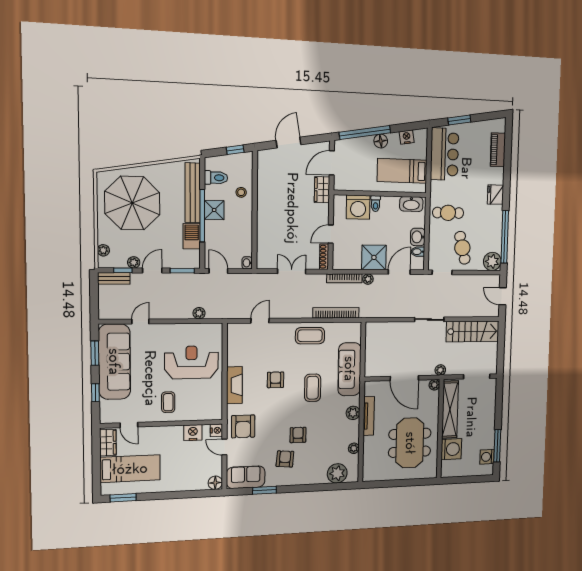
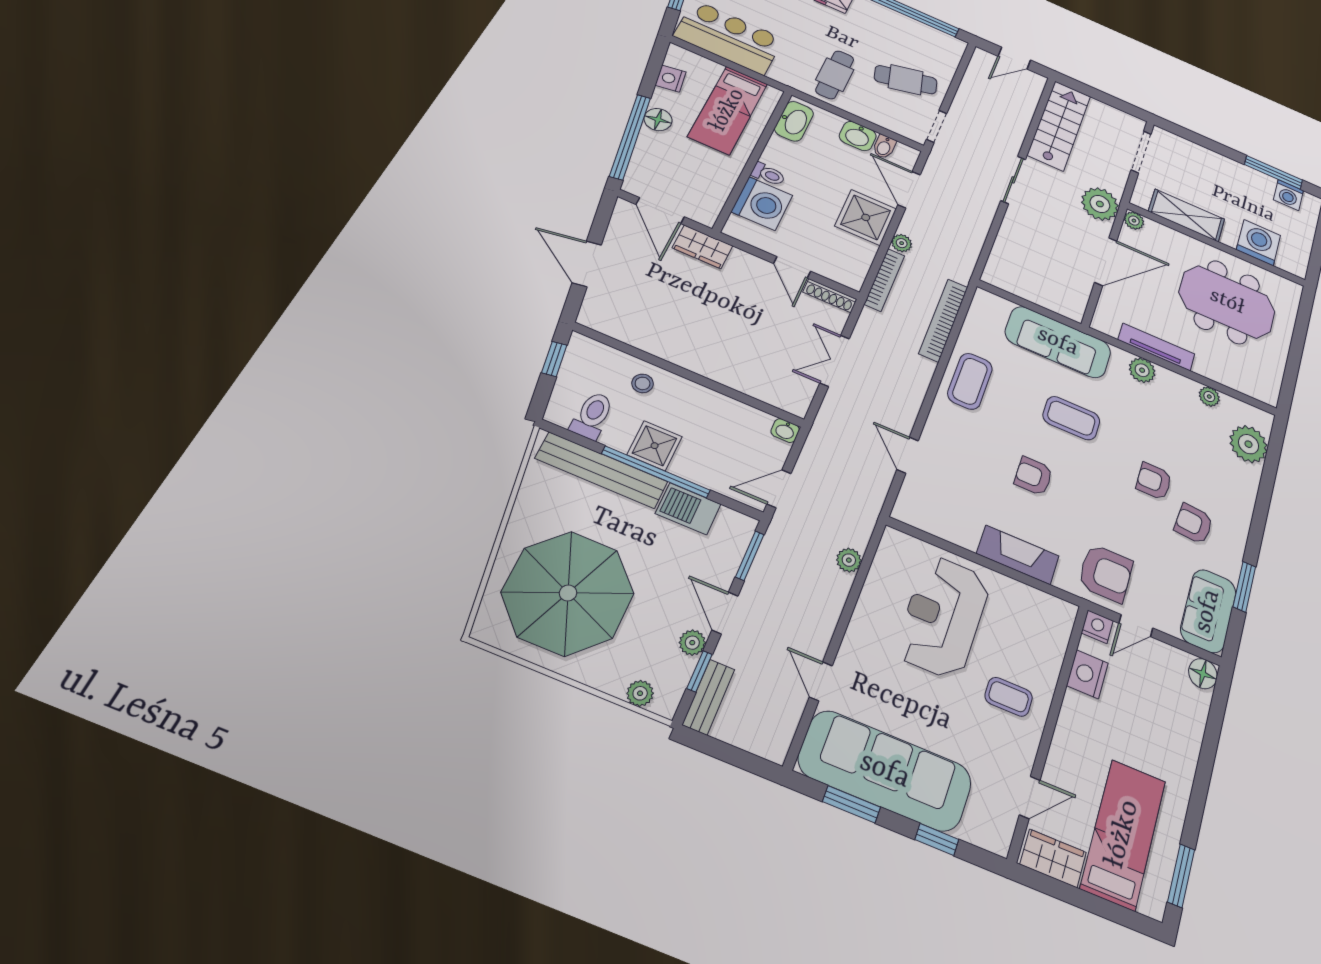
plant: (492, 261) -> (948, 48), removed
plant: (440, 370) -> (1100, 204), width x1.88, depth x1.88
shelving: (450, 410) -> (1187, 215), width x0.68

